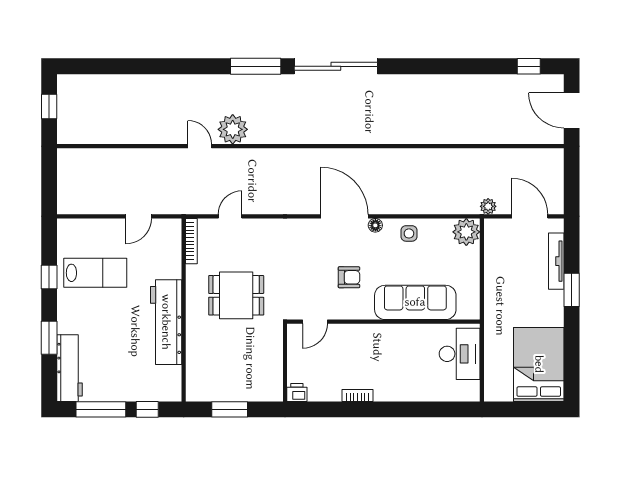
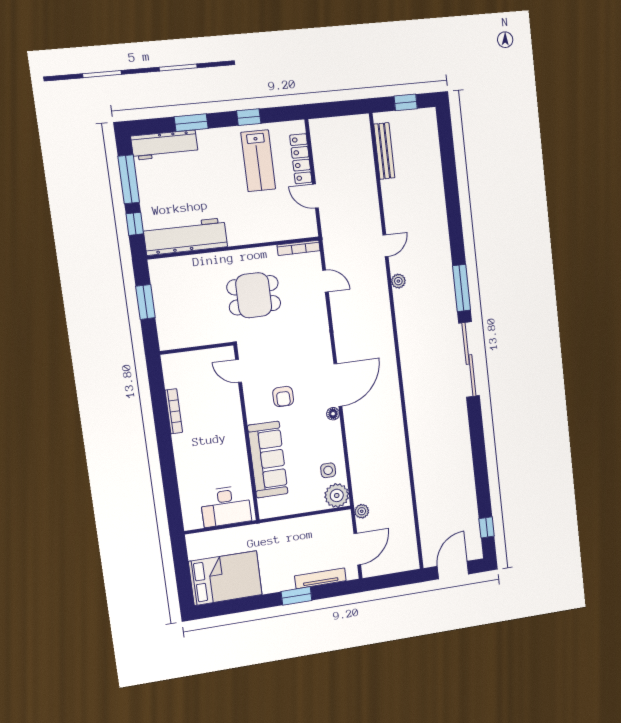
plant: (233, 129) -> (398, 281), width x0.53, depth x0.53
bench: (98, 136) -> (384, 151), added
locker: (98, 227) -> (301, 159), added
side table: (409, 233) -> (328, 470), moved
dining table: (236, 295) -> (254, 295), turned 90
workbench: (166, 322) -> (185, 237), moved
printer: (297, 392) -> (170, 363), removed
bookcase: (358, 395) -> (174, 411), width x1.56

